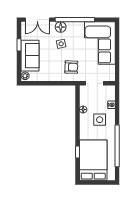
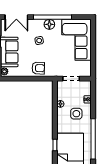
floor lamp: (61, 27) -> (49, 24), moved
armchair: (71, 67) -> (38, 68), moved

